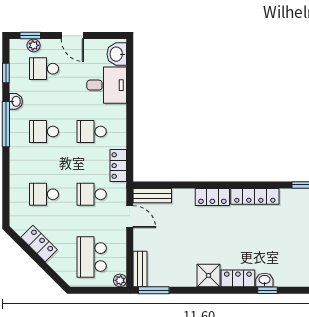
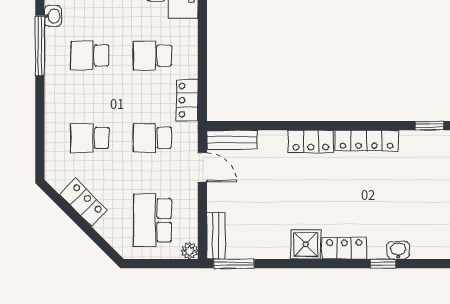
washbasin: (264, 280) -> (398, 250), moved

